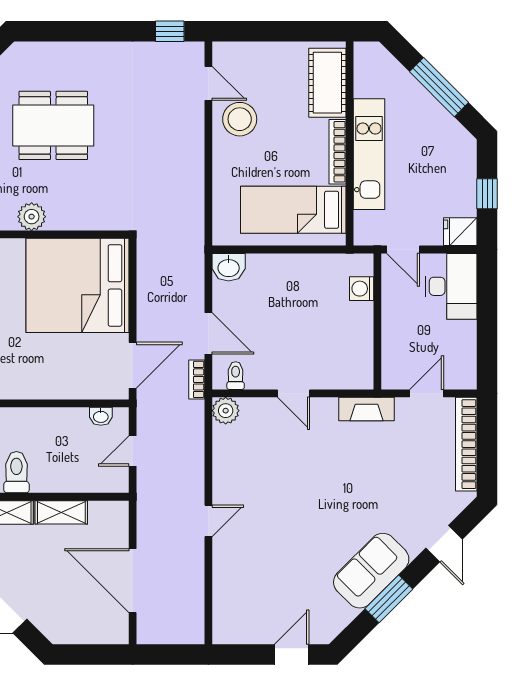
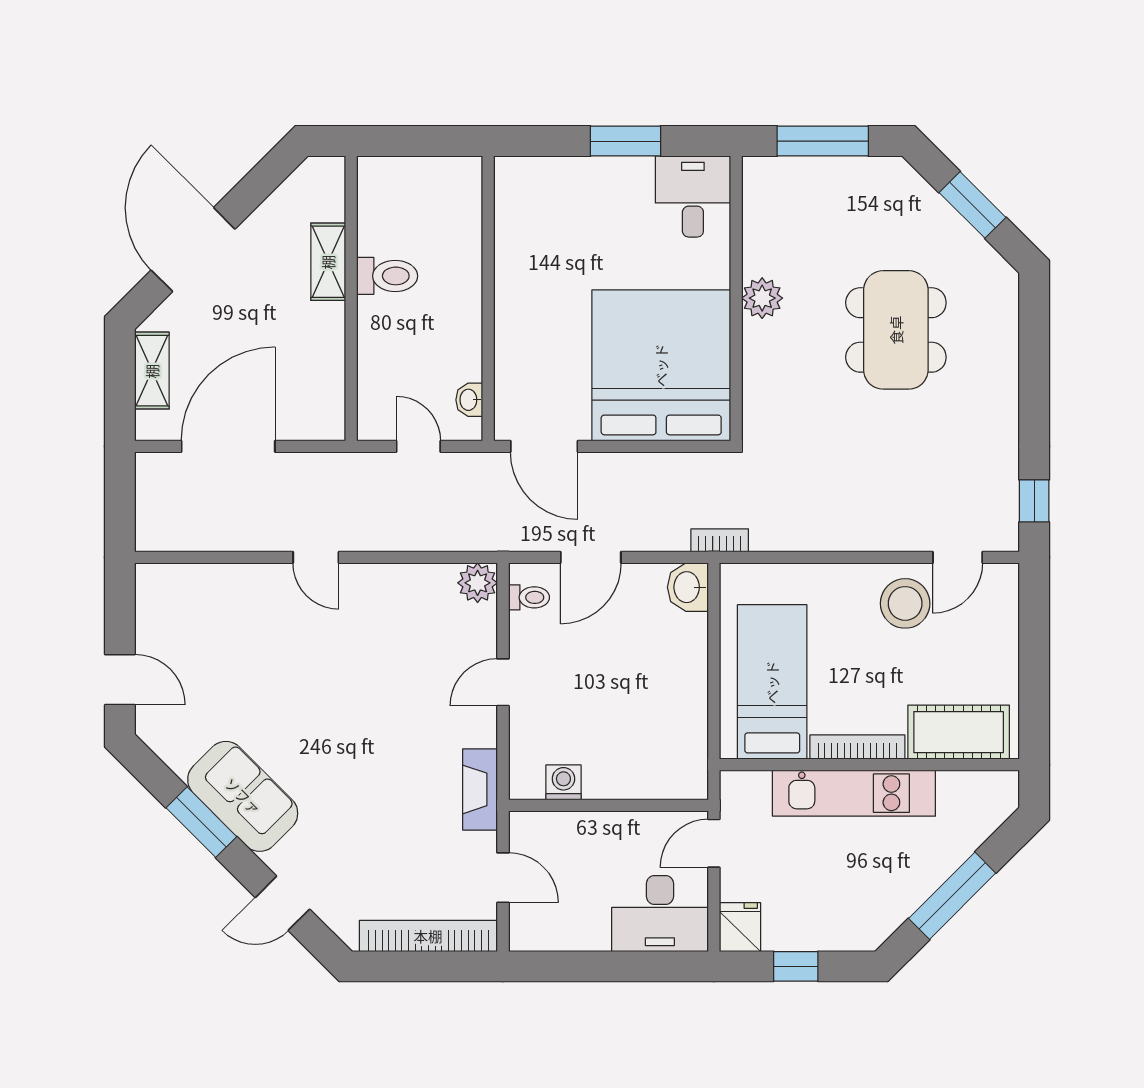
washing machine: (362, 289) -> (563, 782), moved
bookcase: (197, 379) -> (720, 540), moved
shelving: (61, 512) -> (152, 371), moved

